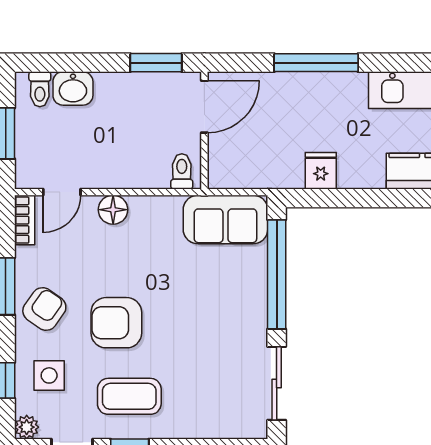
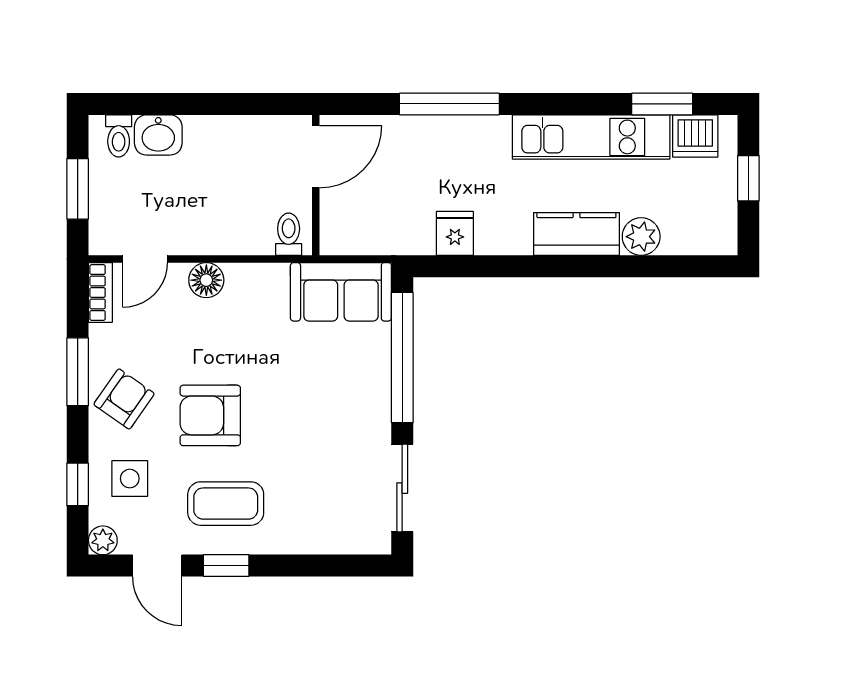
window: (156, 63) -> (258, 104), removed

